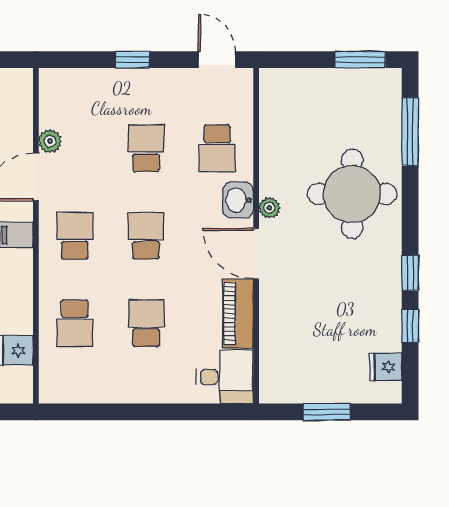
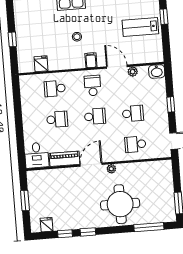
washbasin: (238, 200) -> (157, 71), moved, turned 180
school desk: (75, 236) -> (93, 86), turned -90

